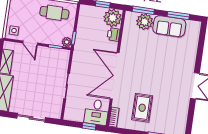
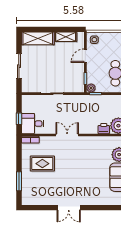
double door: (115, 76) -> (67, 135), width x0.54

